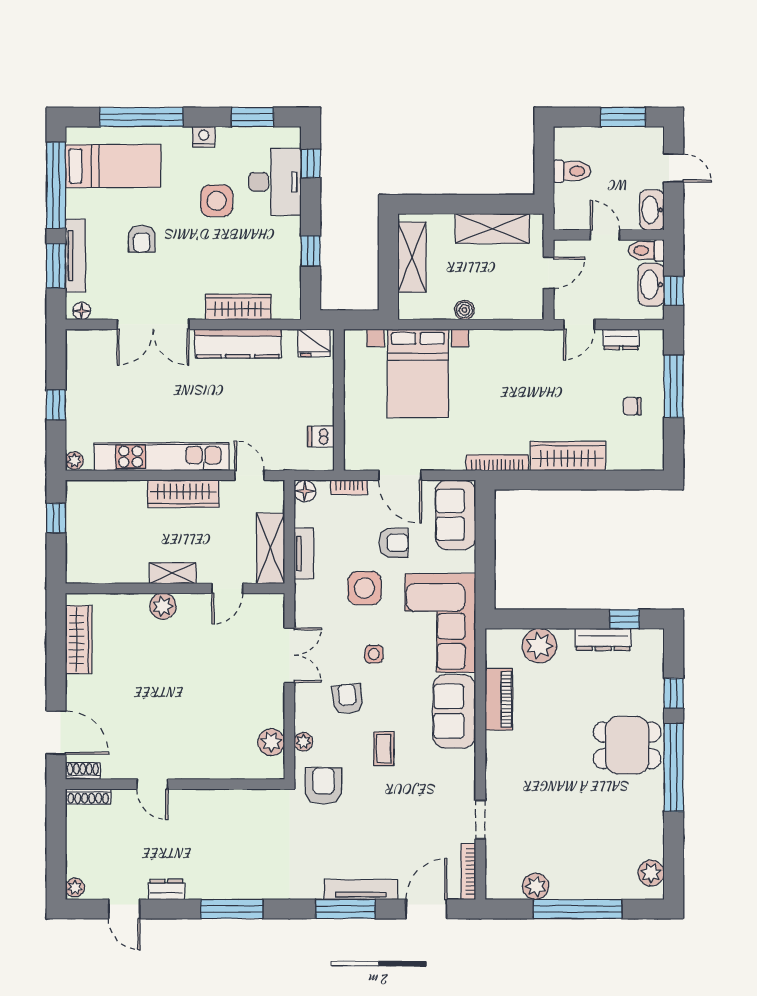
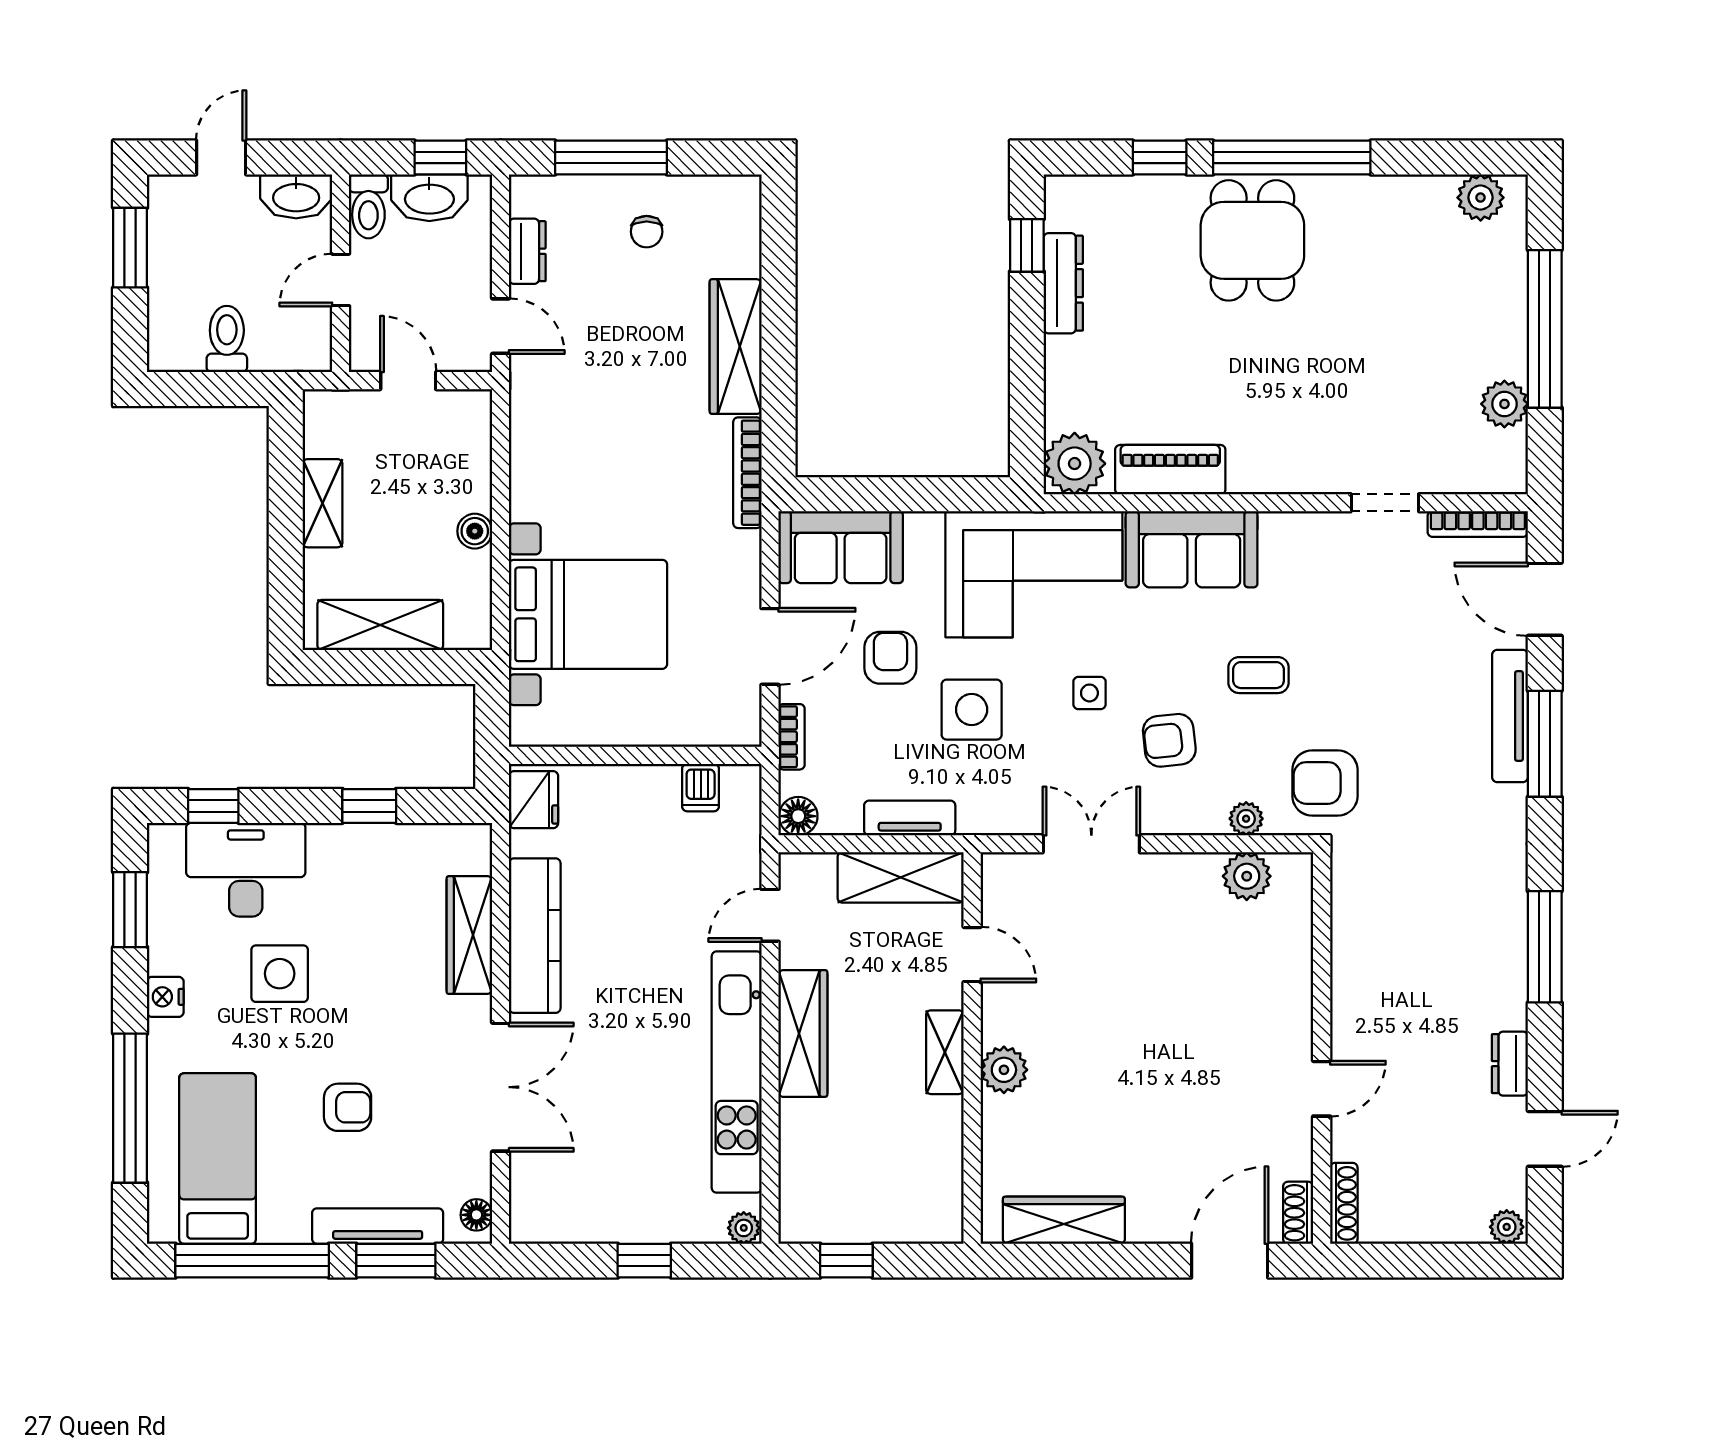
shelving: (492, 228) -> (323, 503), width x0.67, depth x0.75
plant: (539, 646) -> (1075, 464), moved

